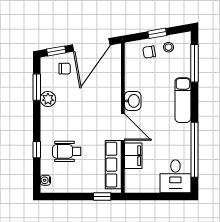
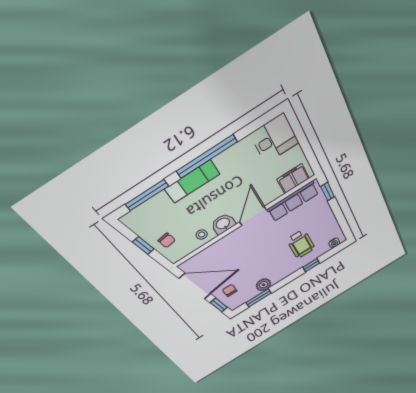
stool: (168, 47) -> (202, 235), moved
window: (194, 150) -> (207, 156), moved
filing cabinet: (133, 156) -> (293, 179), moved

